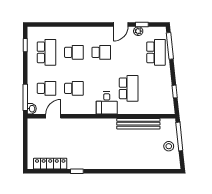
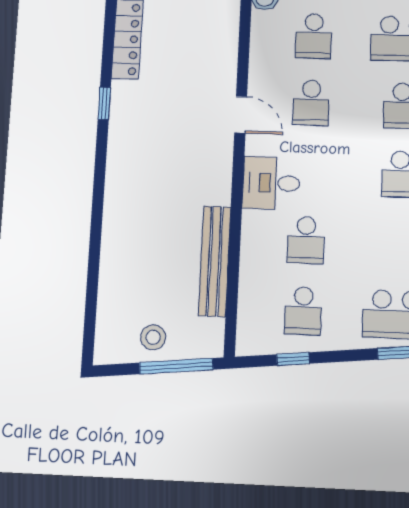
school desk: (129, 88) -> (306, 240), width x0.54
school desk: (156, 88) -> (303, 311), added
door: (53, 116) -> (241, 115), moved

